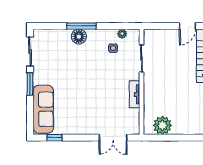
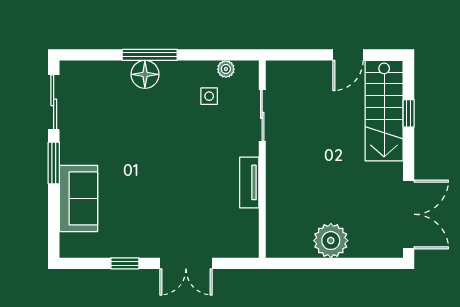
sofa: (43, 109) -> (78, 198), width x0.73
plant: (162, 125) -> (331, 241), moved
window: (54, 138) -> (125, 263), moved
double door: (113, 138) -> (186, 263), moved

